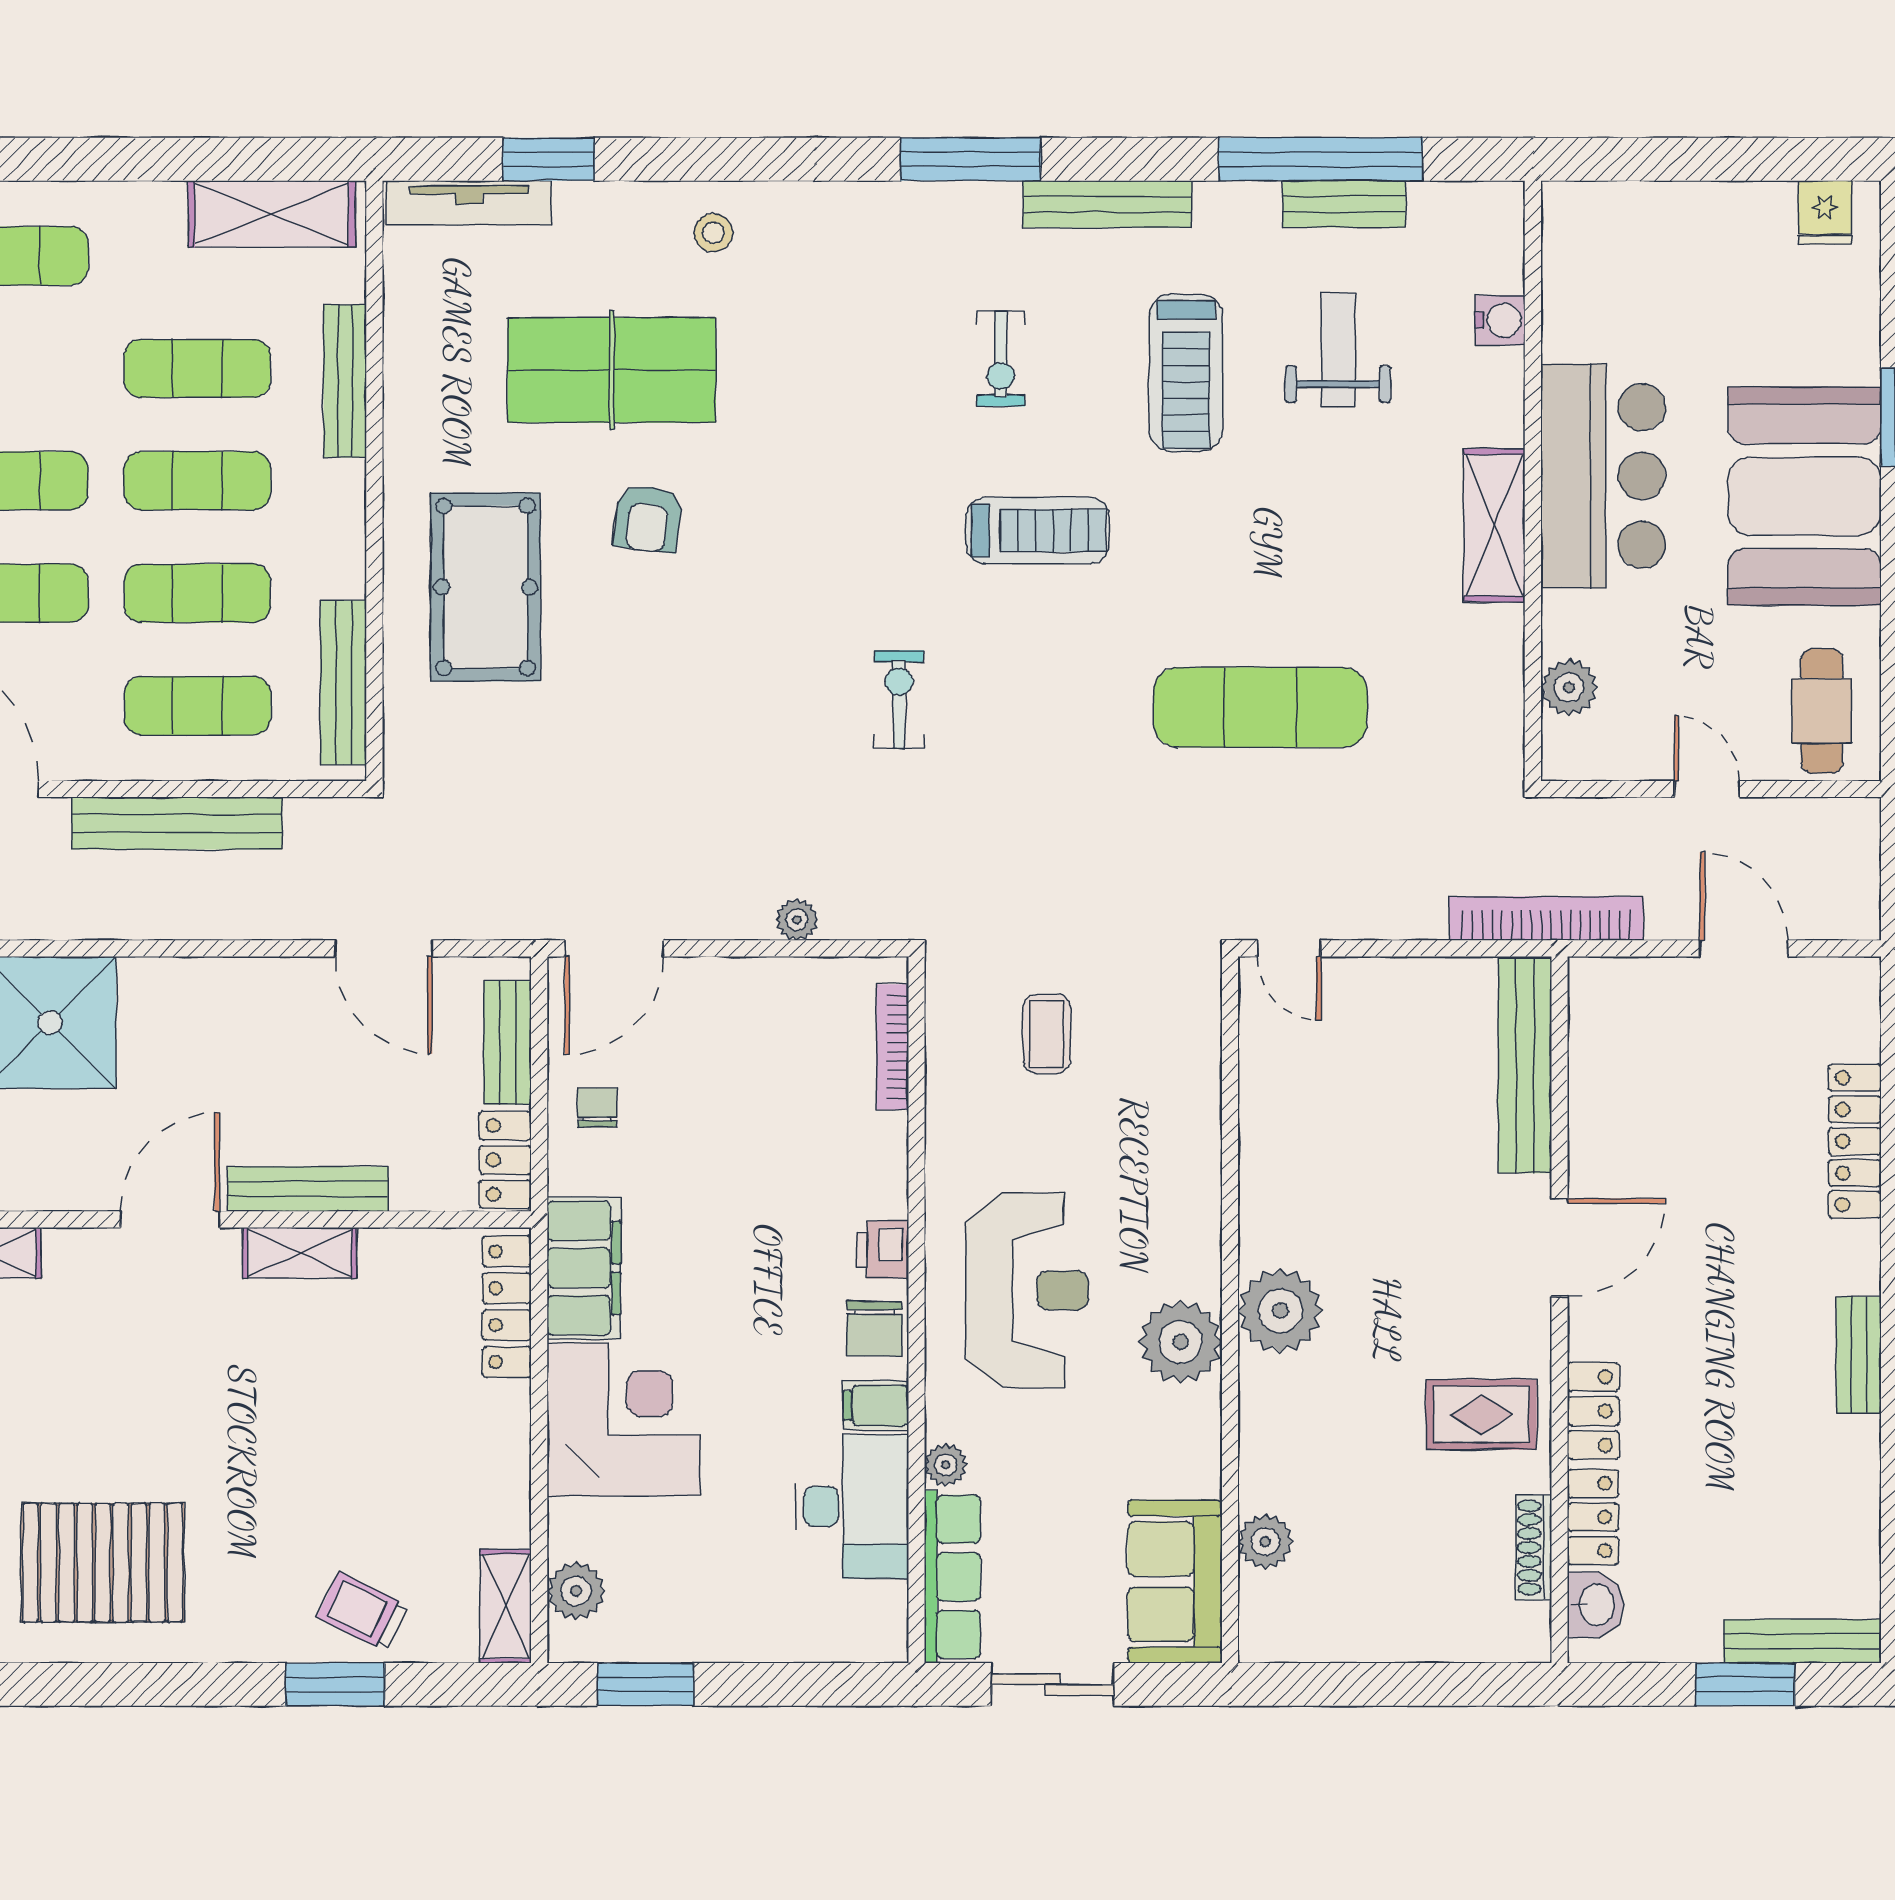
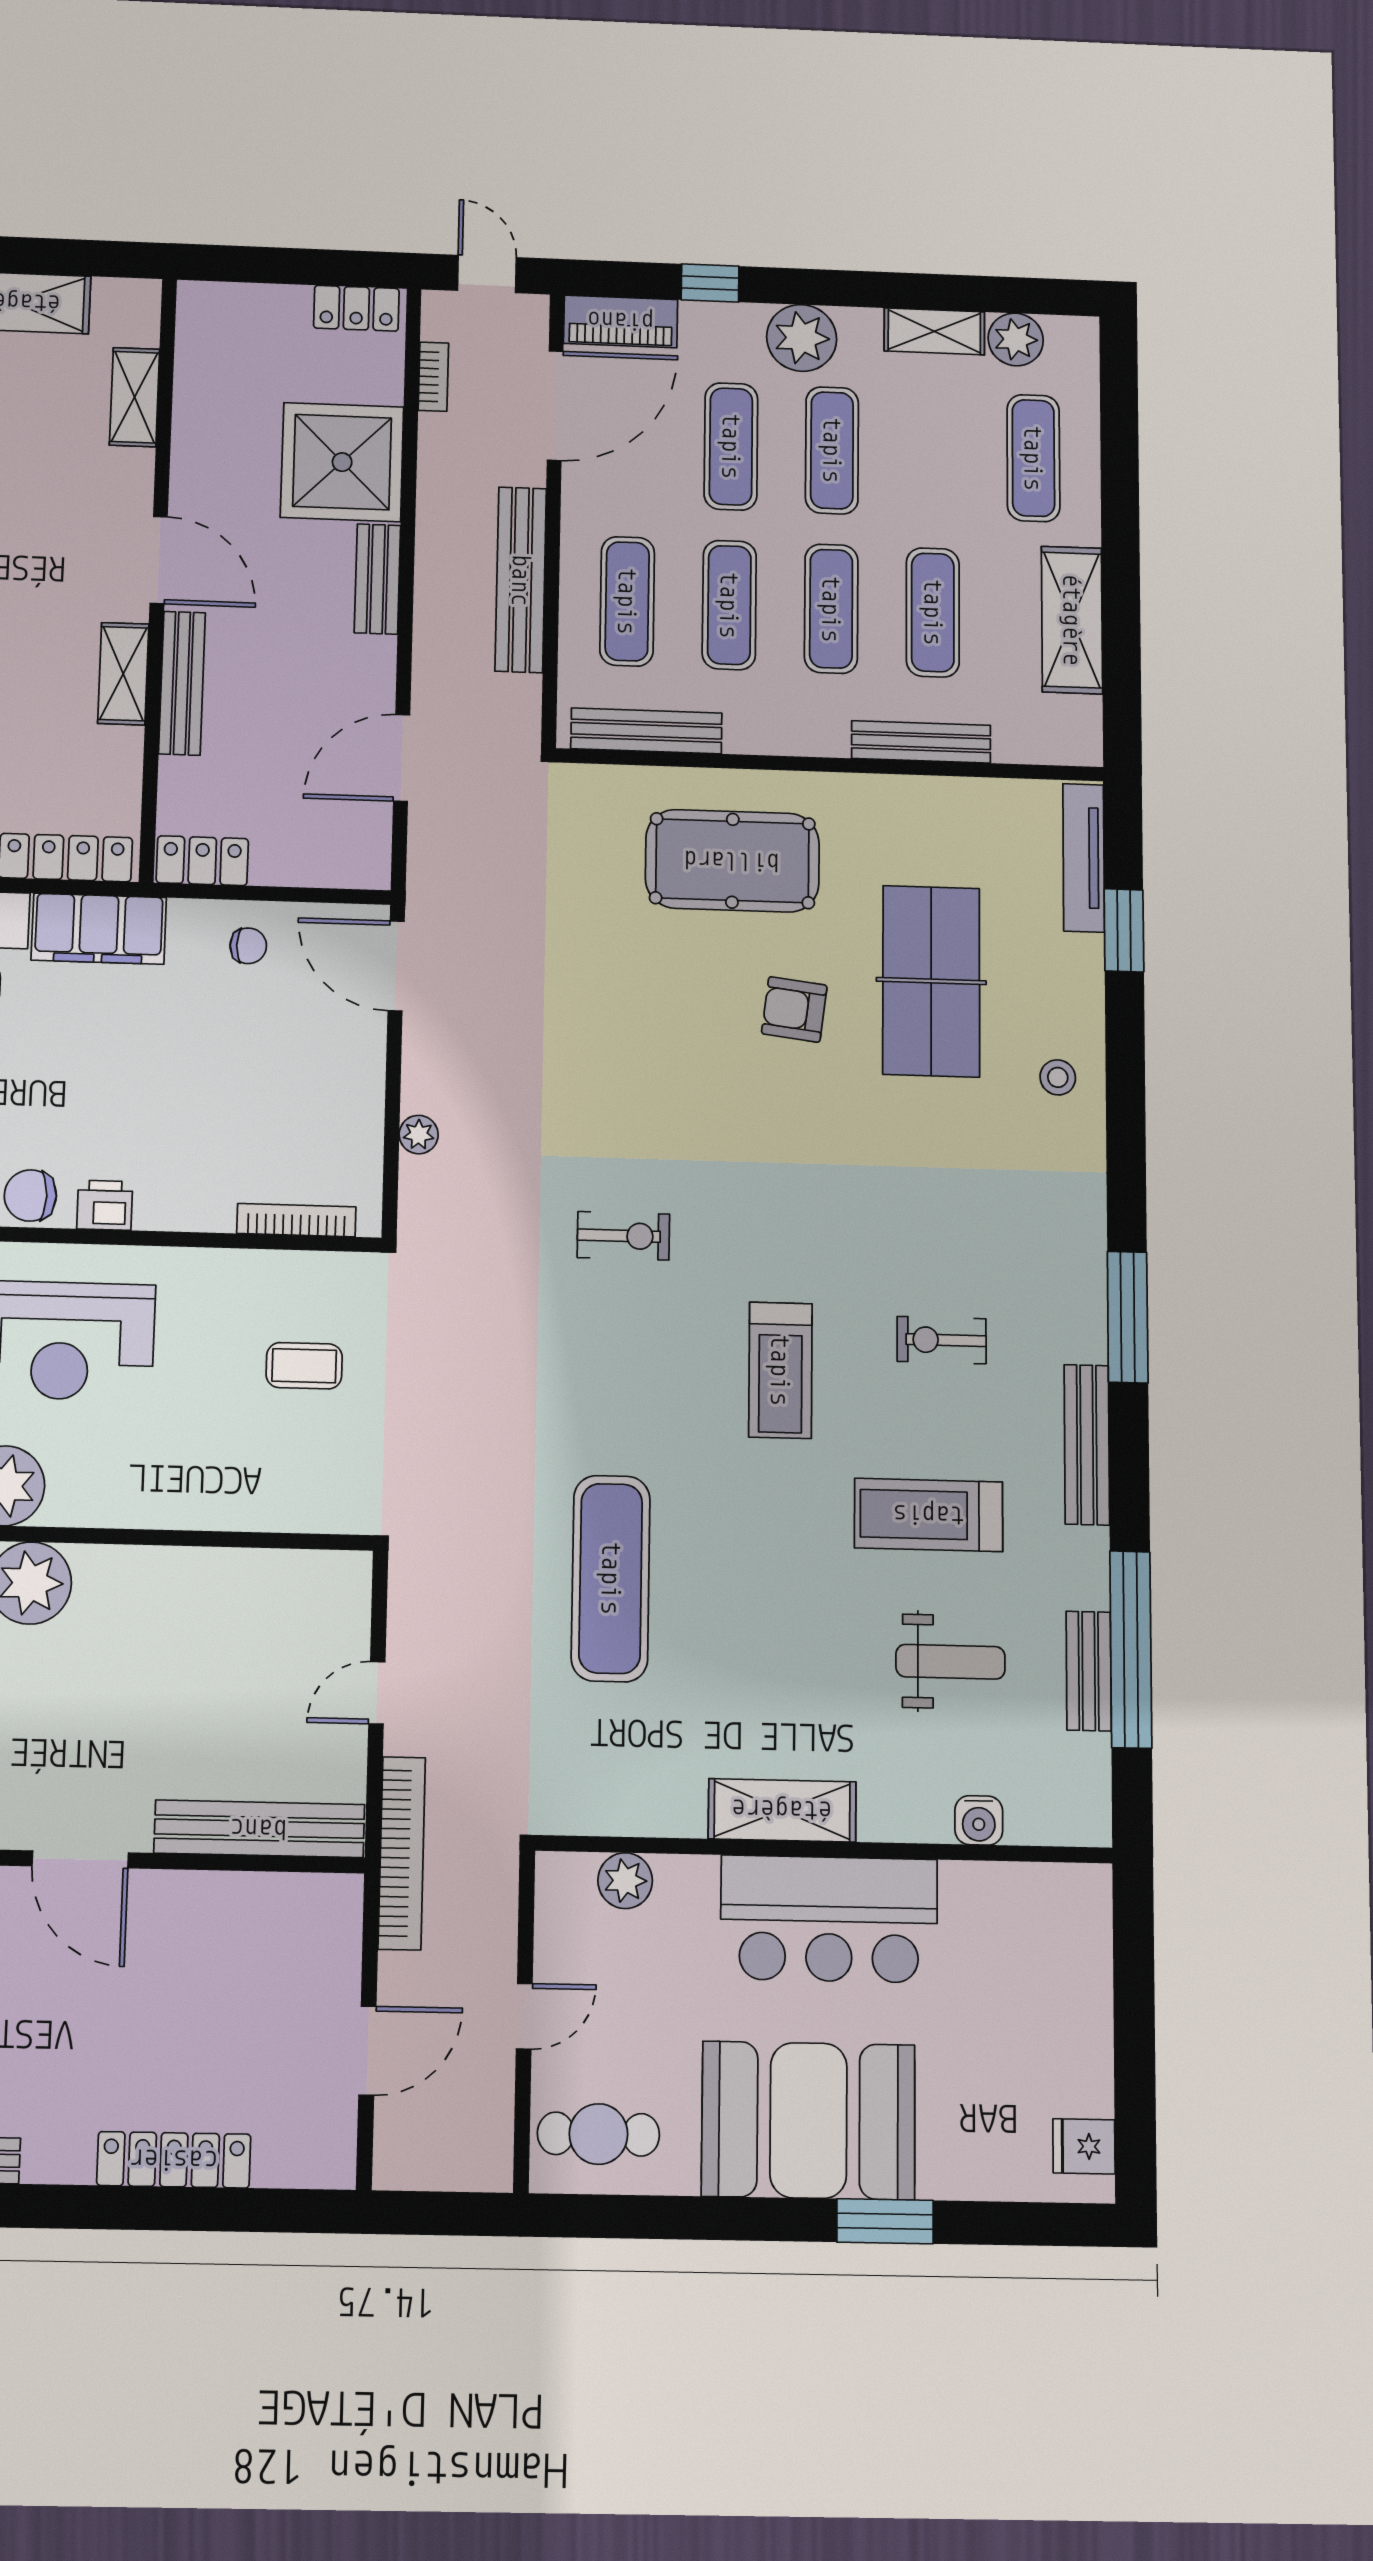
shelving: (272, 214) -> (1072, 620), moved
door: (1289, 948) -> (377, 1693), moved
bench: (508, 1042) -> (377, 579), moved, turned 90

